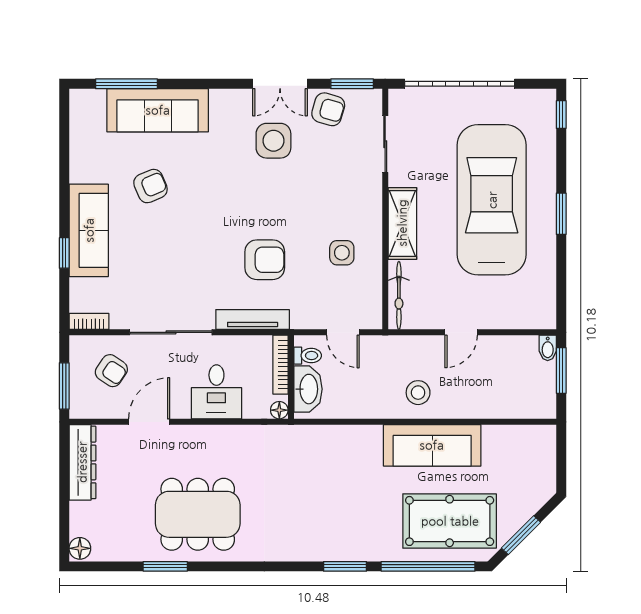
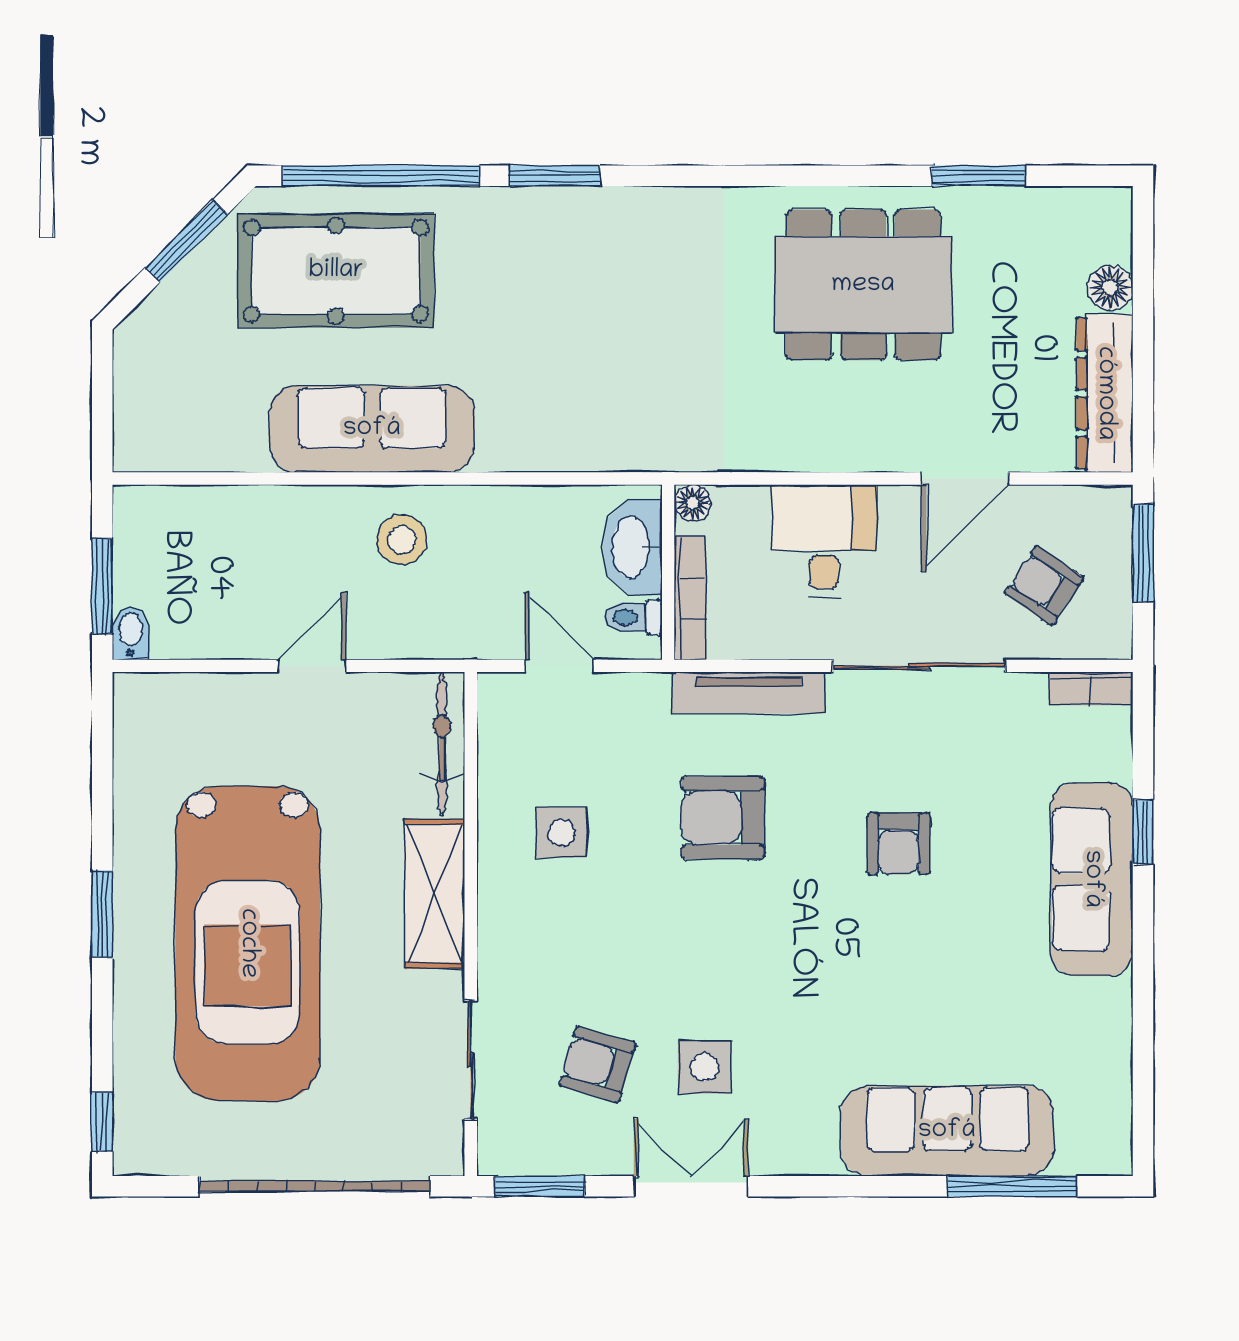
armchair: (328, 109) -> (597, 1064), moved
side table: (273, 141) -> (705, 1067), width x0.73, depth x0.73
armchair: (150, 186) -> (898, 844), moved, turned -67
floor lamp: (80, 548) -> (1110, 288), moved
window: (165, 566) -> (979, 176), moved

